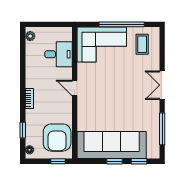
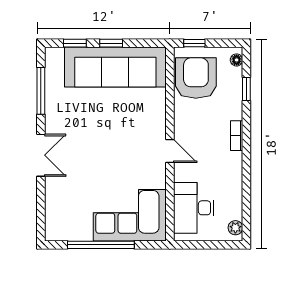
coffee table: (142, 44) -> (70, 216), removed
desk: (59, 54) -> (194, 208), width x1.37

